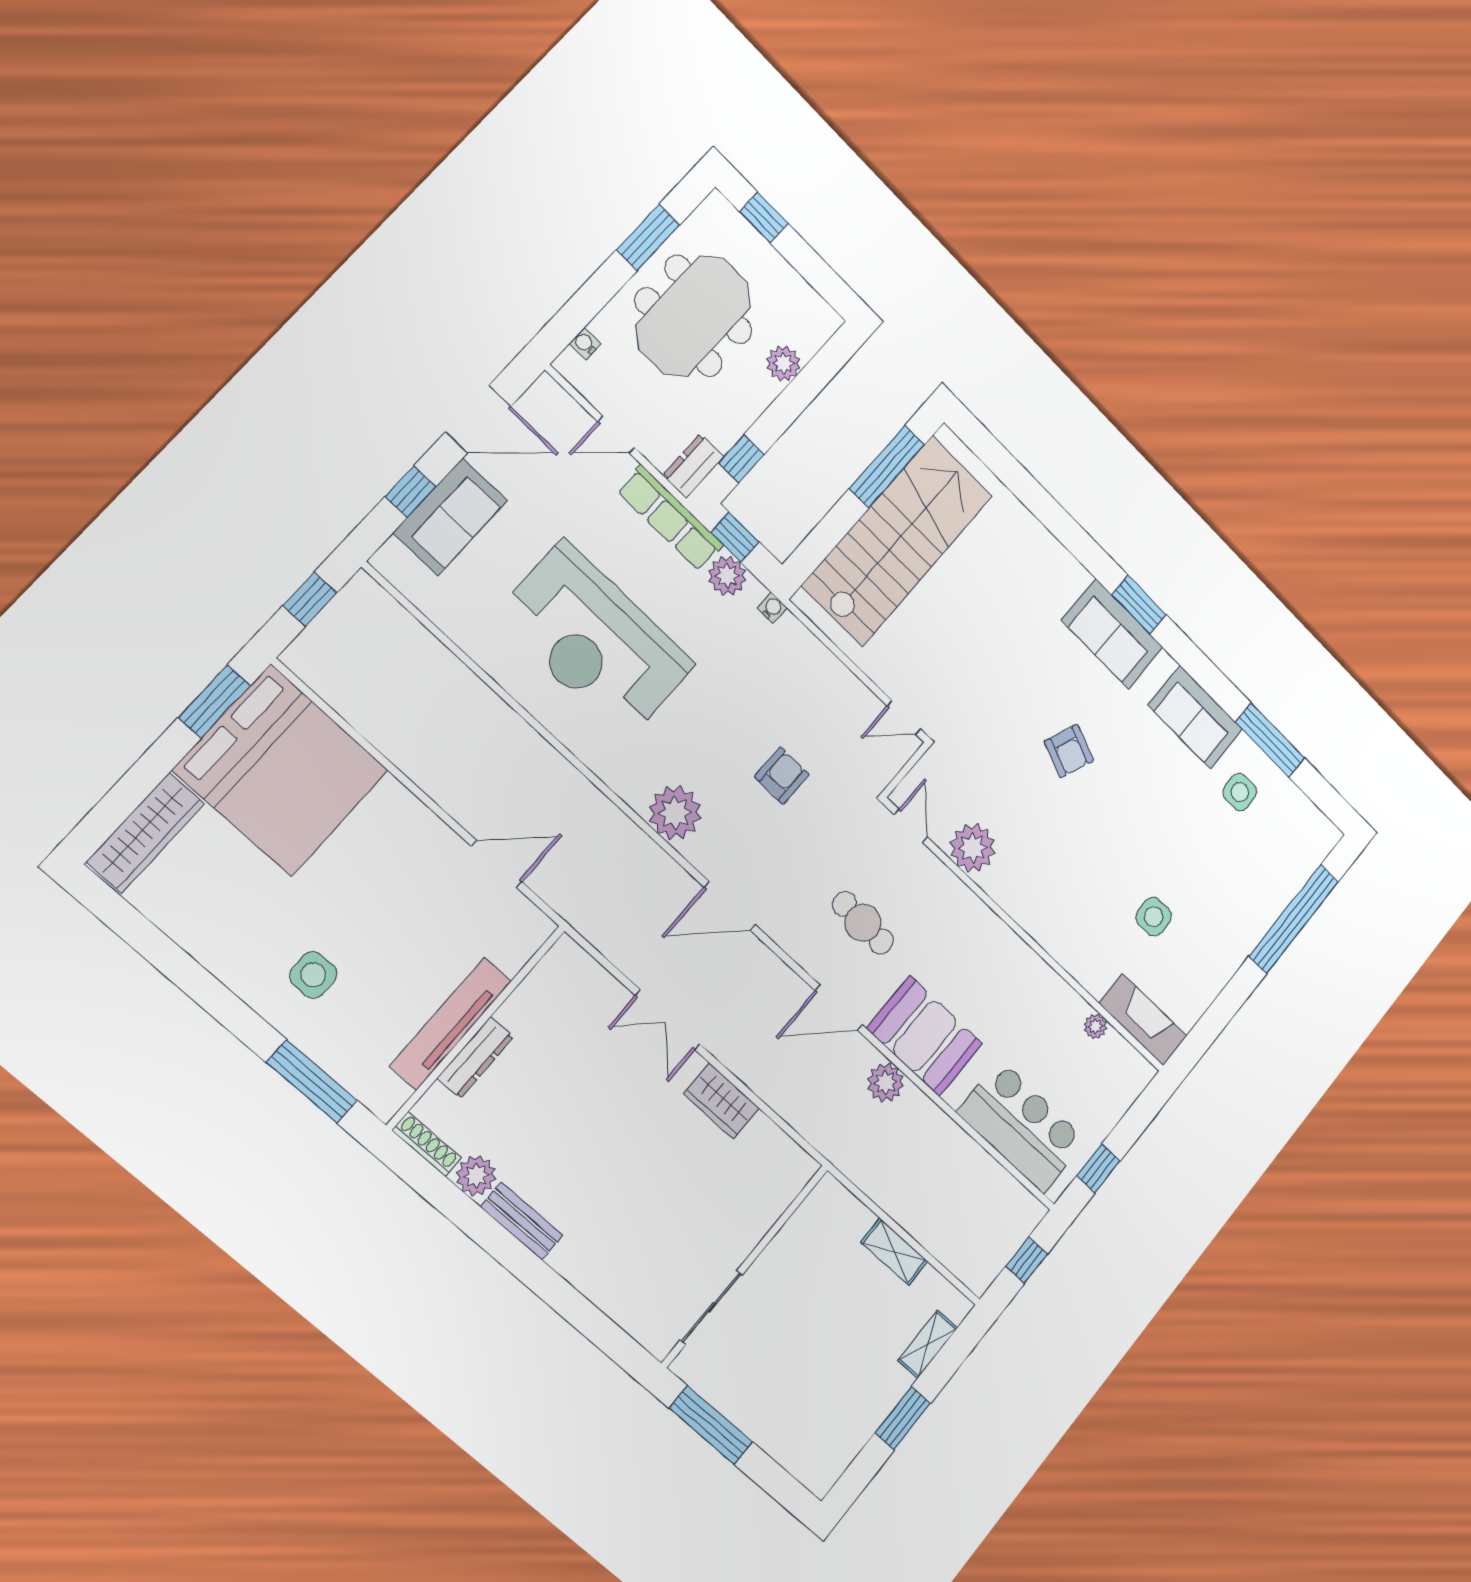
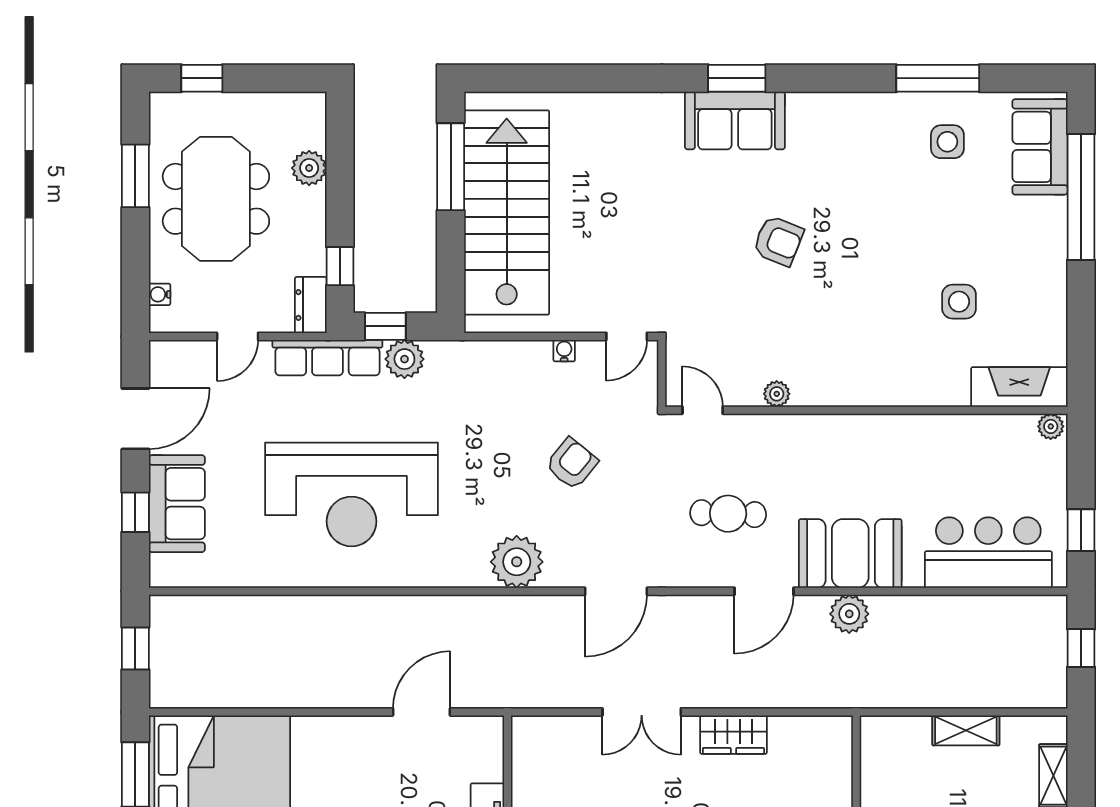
water cooler: (772, 608) -> (564, 351), moved
sofa: (1195, 717) -> (1040, 147), moved, turned 90
armchair: (782, 776) -> (572, 464), turned 39
plant: (973, 848) -> (777, 394), width x0.53, depth x0.53
plant: (1095, 1026) -> (1051, 426), moved

